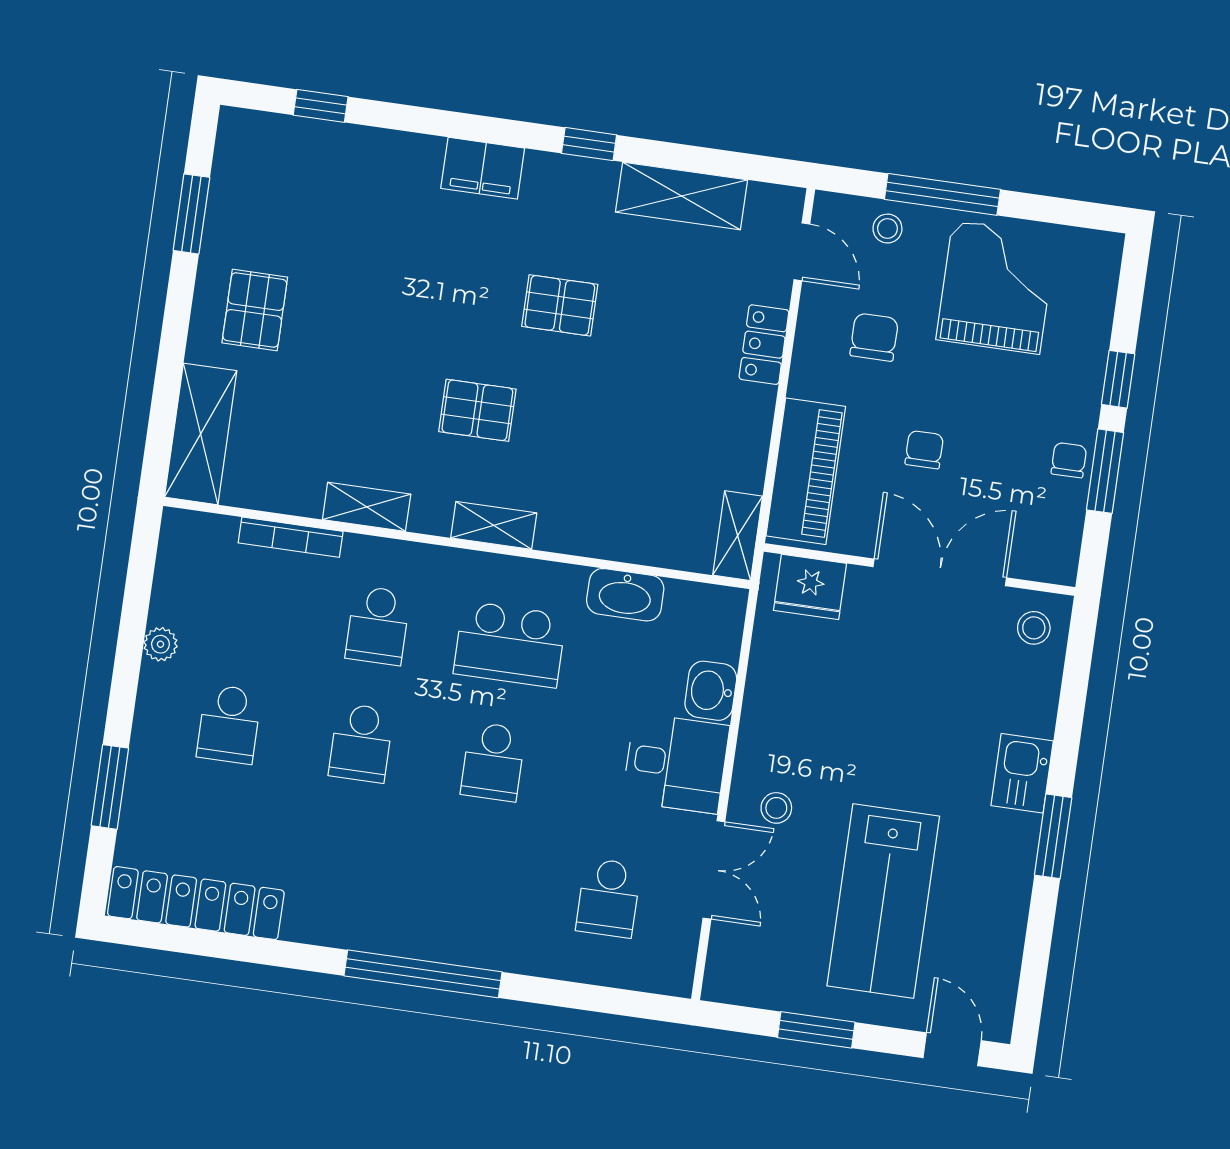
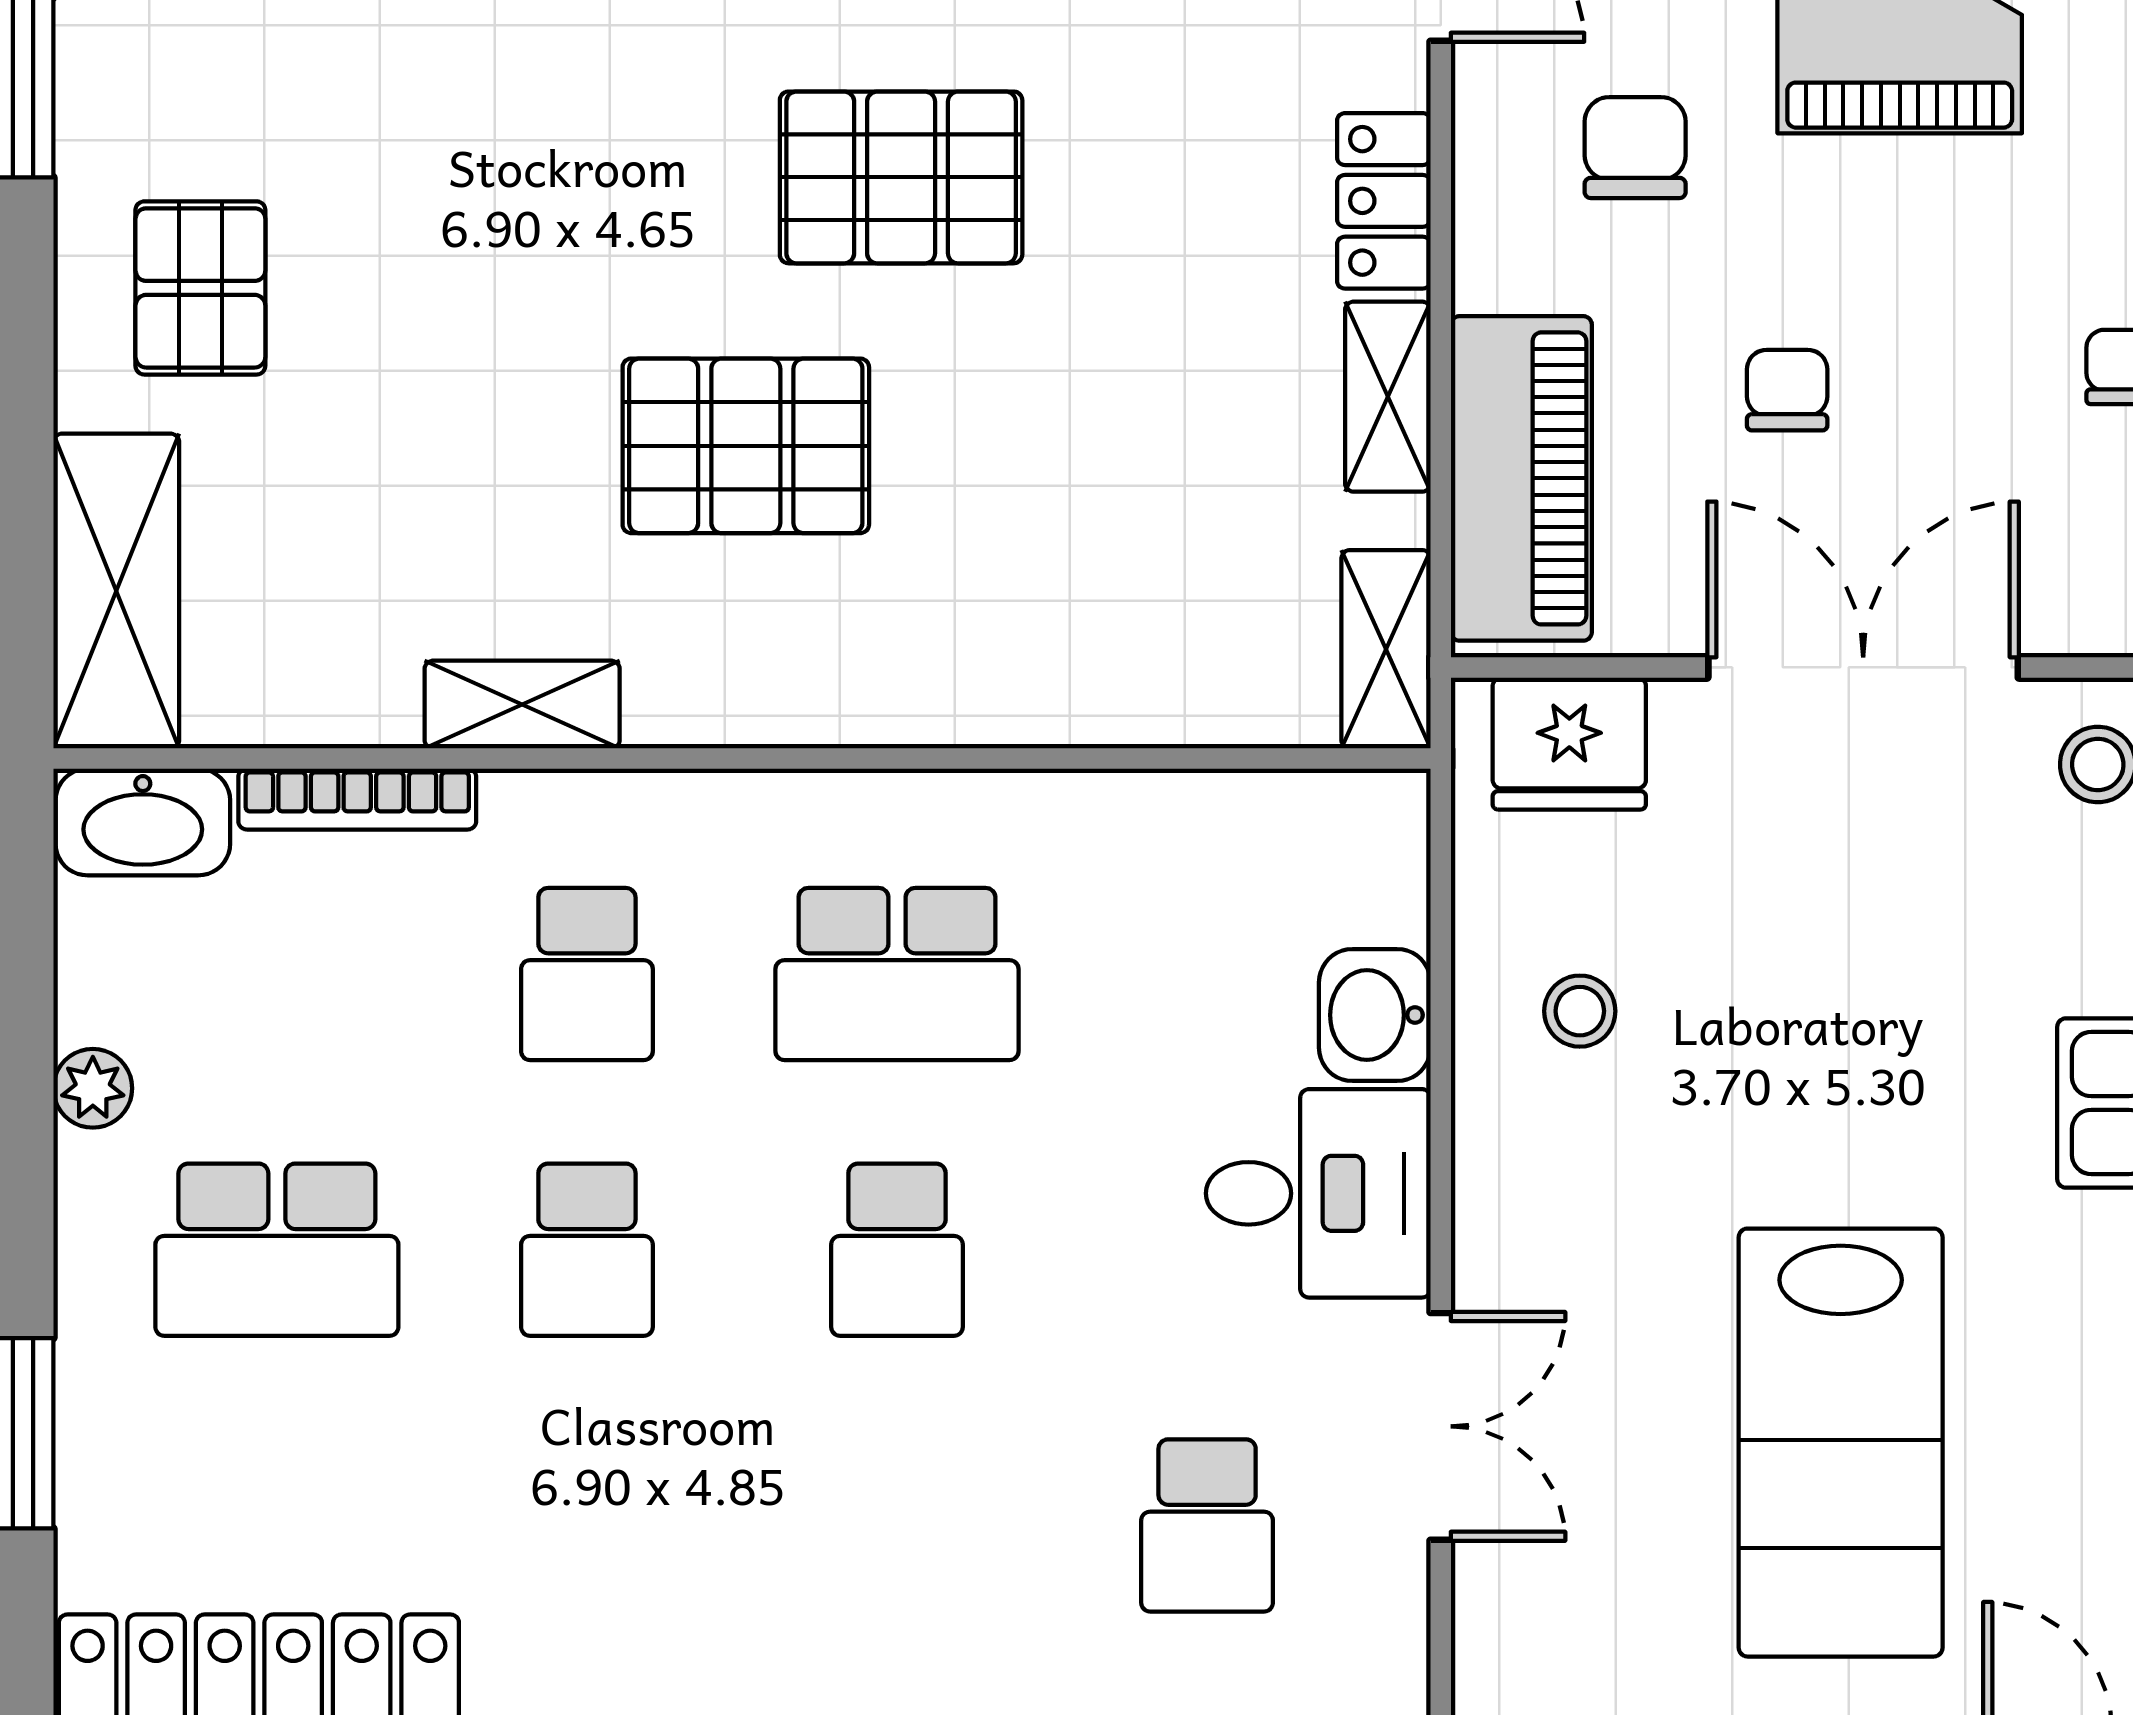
pallet: (560, 305) -> (901, 177), width x1.50, depth x1.42
pallet: (477, 410) -> (746, 446), width x1.50, depth x1.42
shelving: (494, 525) -> (1388, 397), moved, turned 90
washbasin: (625, 595) -> (143, 822), moved
school desk: (229, 724) -> (277, 1250), width x1.85
stool: (776, 808) -> (1580, 1011), moved

